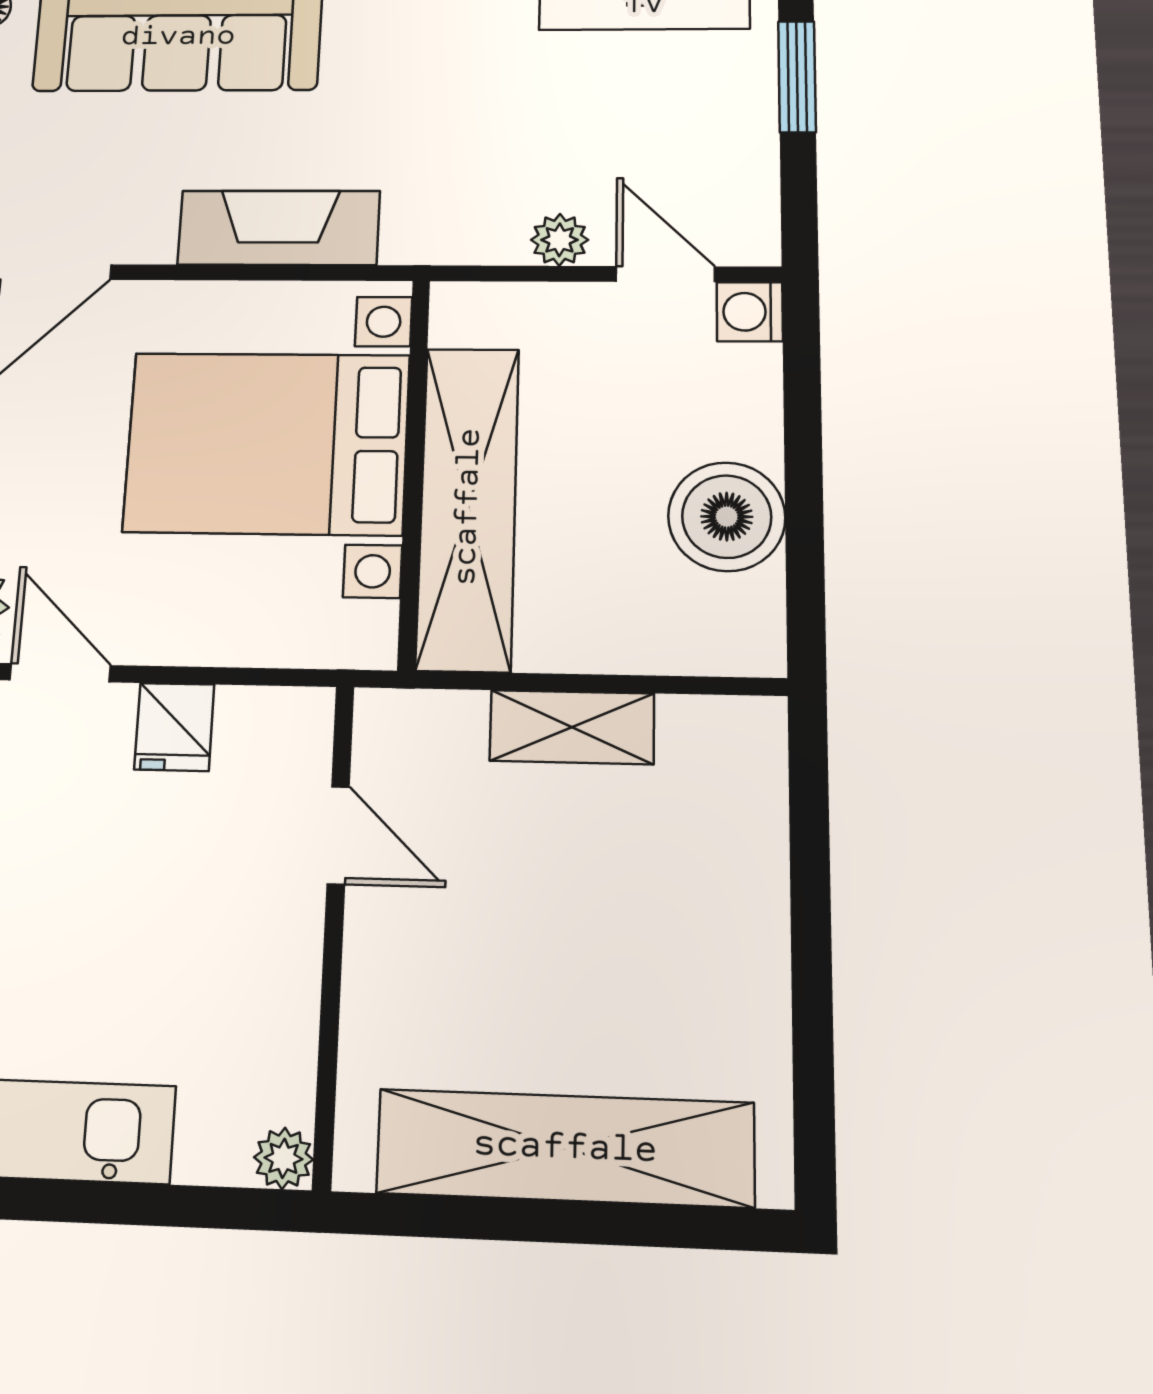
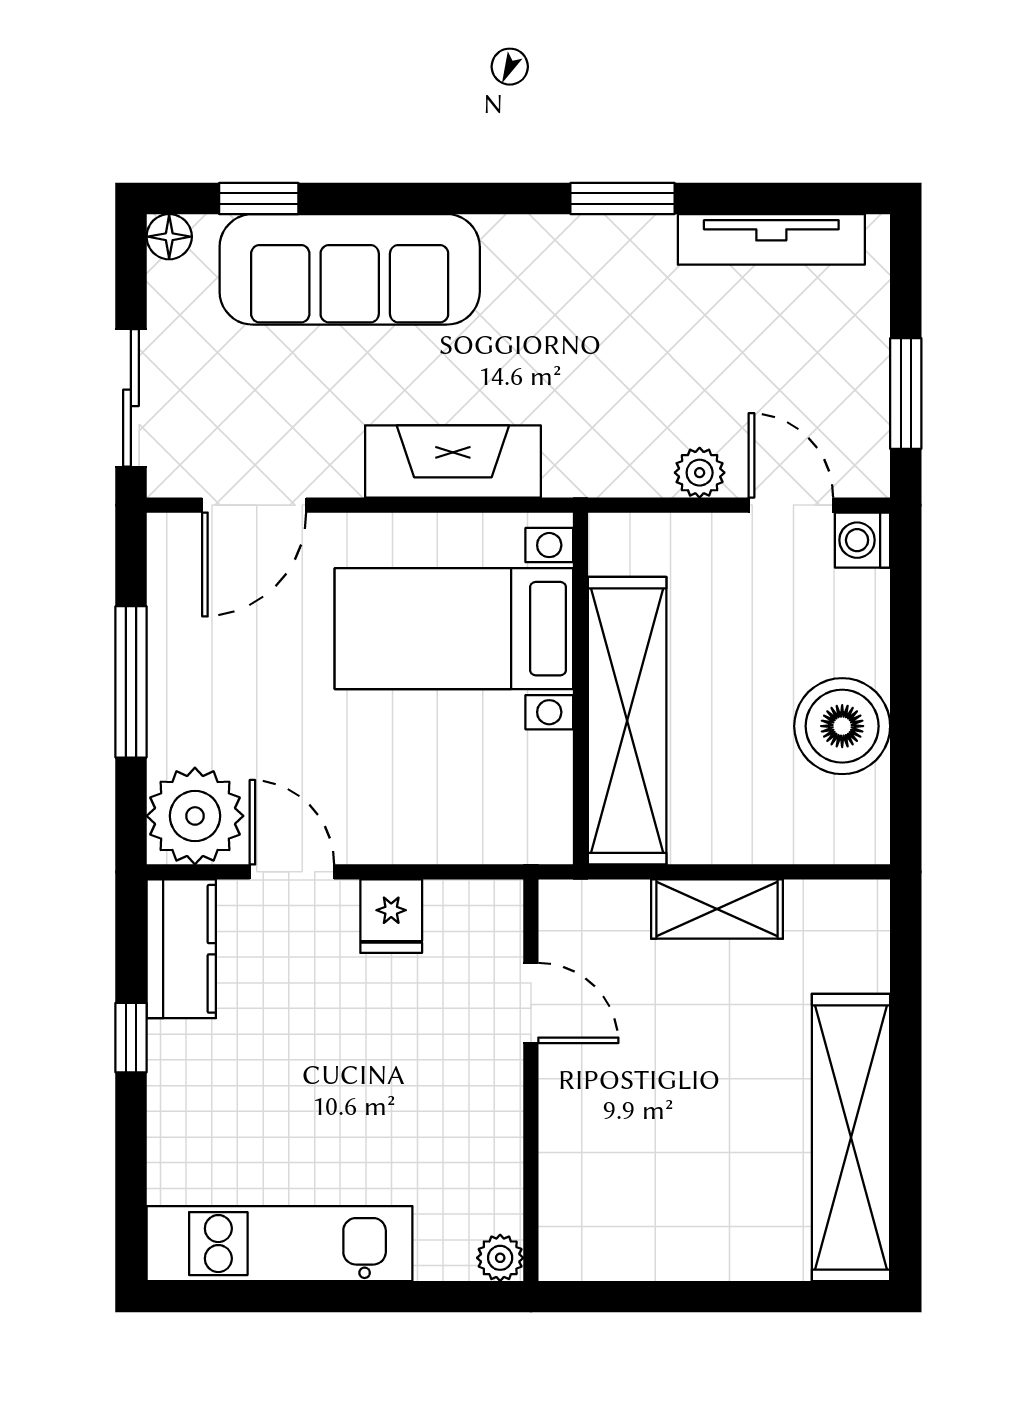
window: (797, 77) -> (906, 393), moved
bed with nightstands: (267, 443) -> (454, 629), width x0.73
shelving: (565, 1148) -> (851, 1137), moved, turned 90

